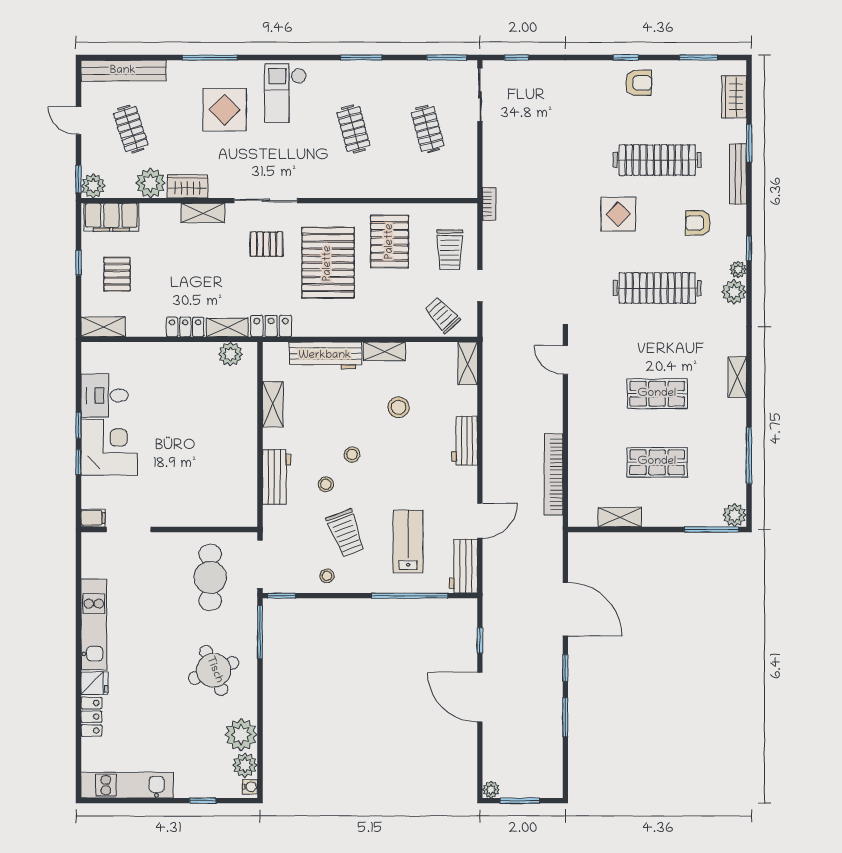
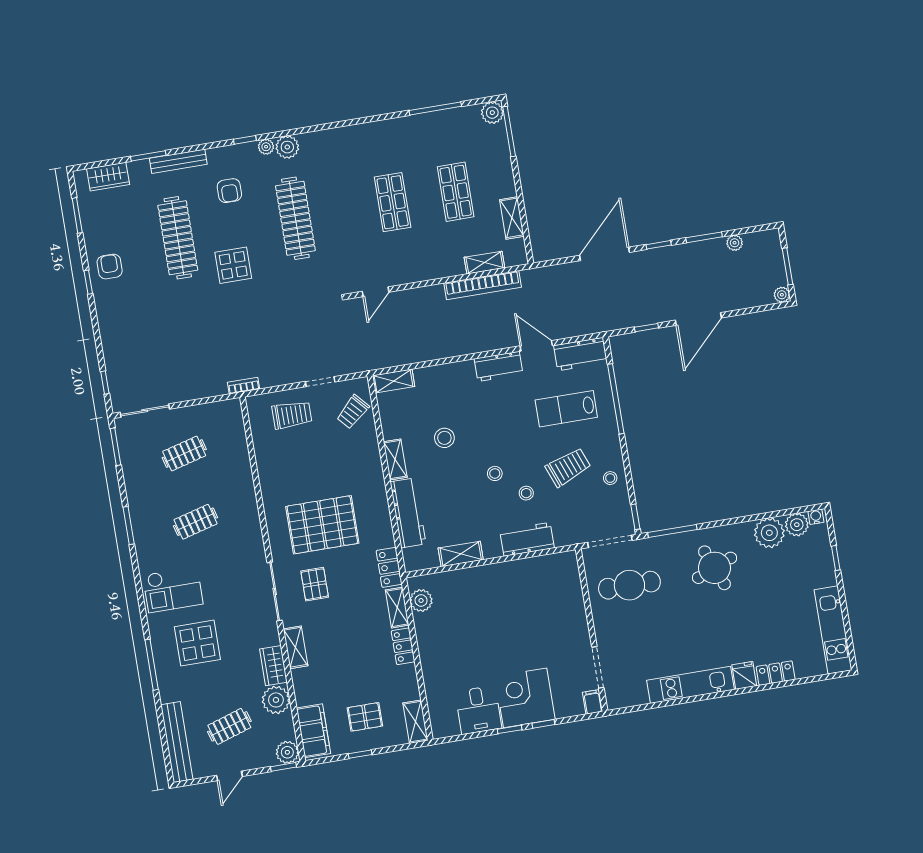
pallet: (390, 241) -> (293, 471), removed
shelving: (737, 377) -> (484, 263), moved
workbench: (465, 441) -> (499, 366), moved
plant: (554, 749) -> (735, 243), added

